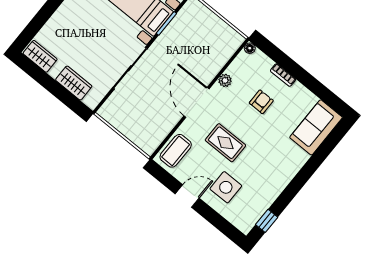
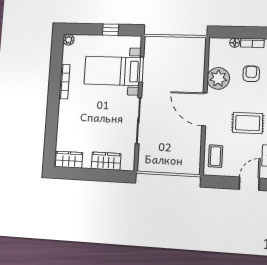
floor lamp: (250, 48) -> (235, 43), moved
plant: (225, 80) -> (218, 78), width x1.88, depth x1.88
coffee table: (176, 151) -> (215, 156), width x0.73, depth x0.77

